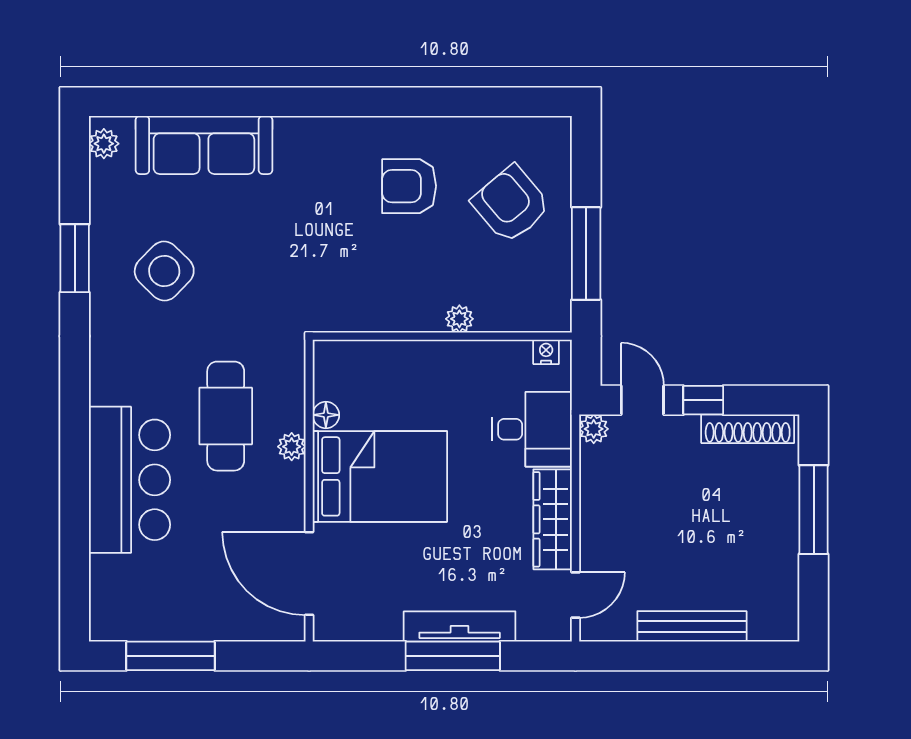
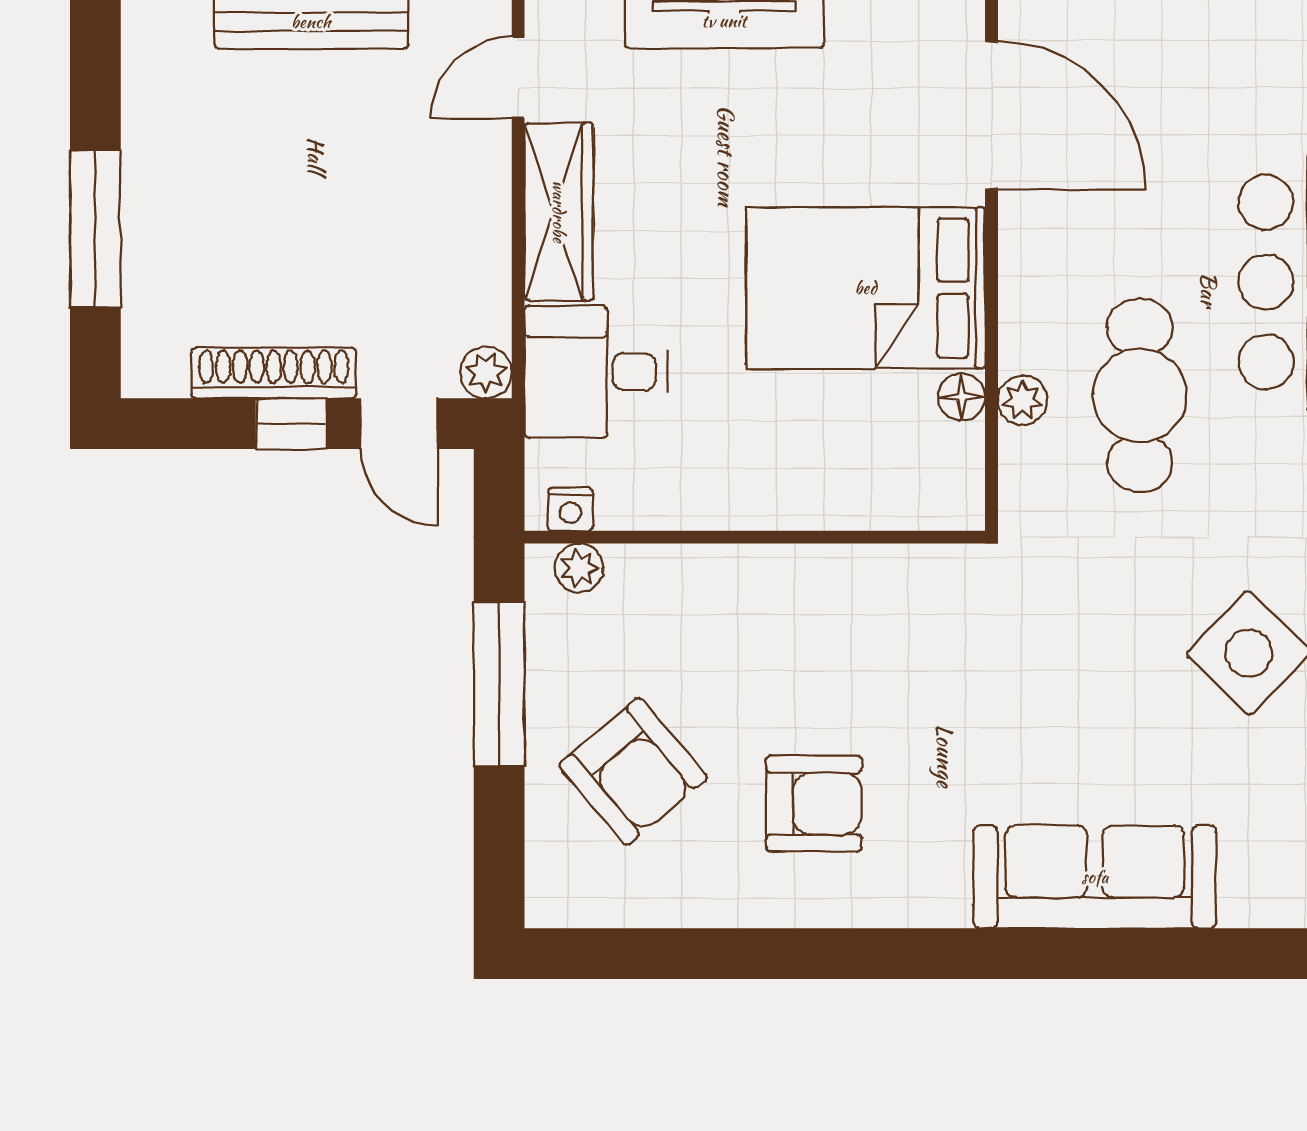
sofa: (204, 145) -> (1095, 877), moved
plant: (459, 319) -> (579, 568), moved
shoe rack: (748, 429) -> (274, 373), moved
plant: (292, 447) -> (1022, 400), moved

